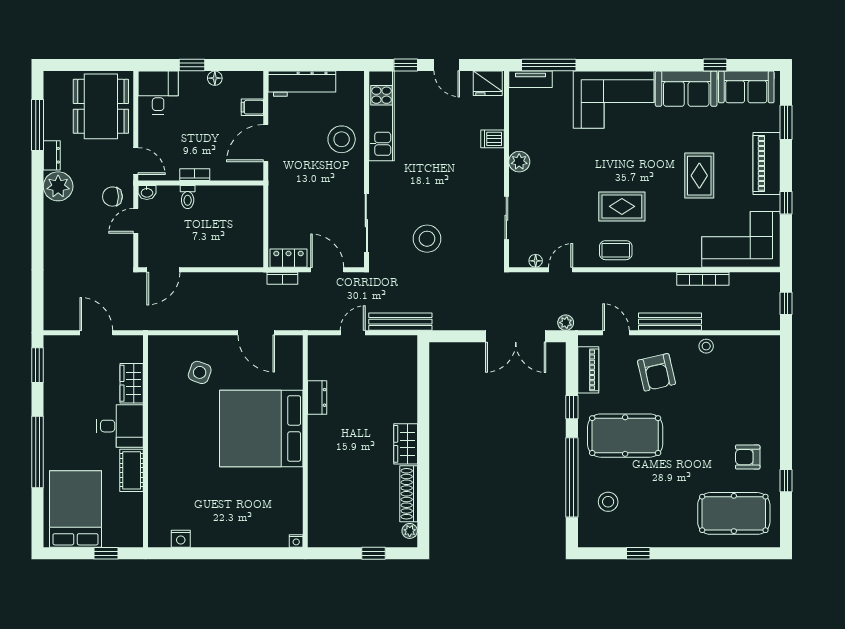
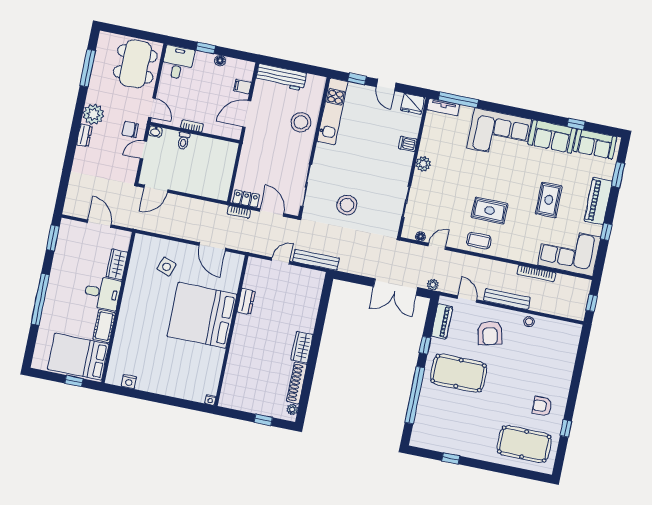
dresser: (52, 155) -> (84, 135), moved
stool: (608, 502) -> (437, 418), removed
bed: (75, 509) -> (78, 357), moved, turned -90

